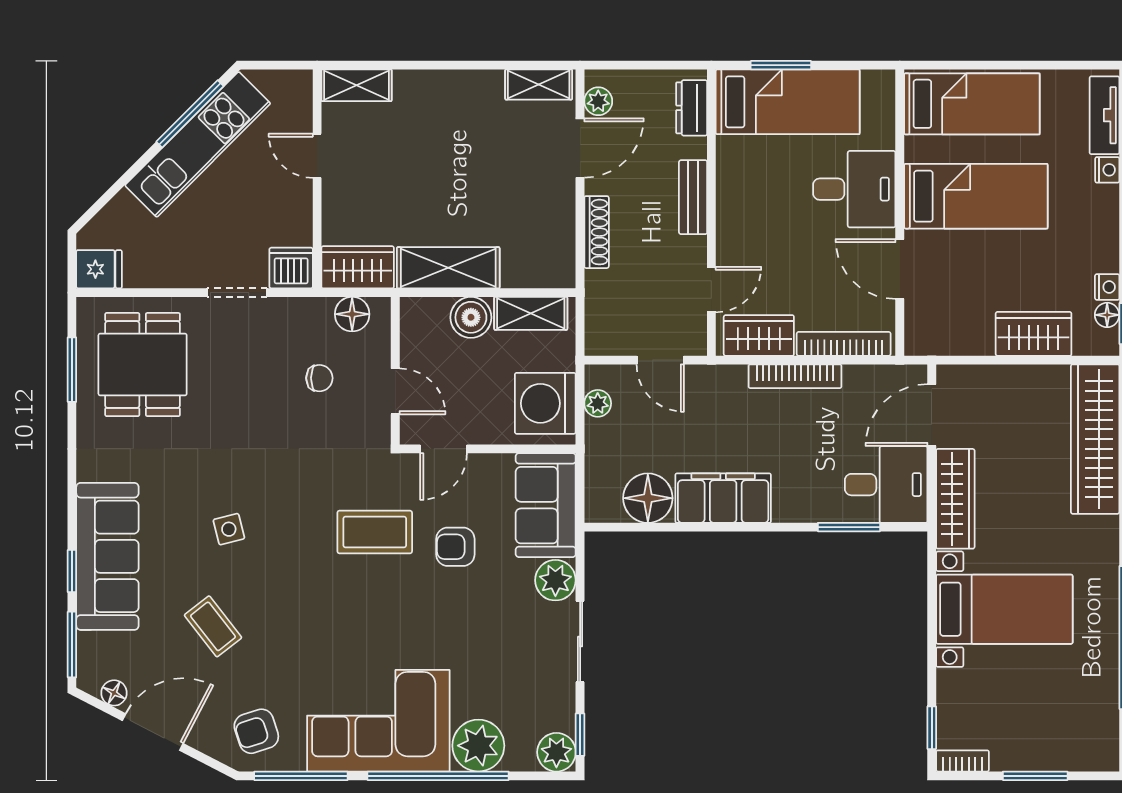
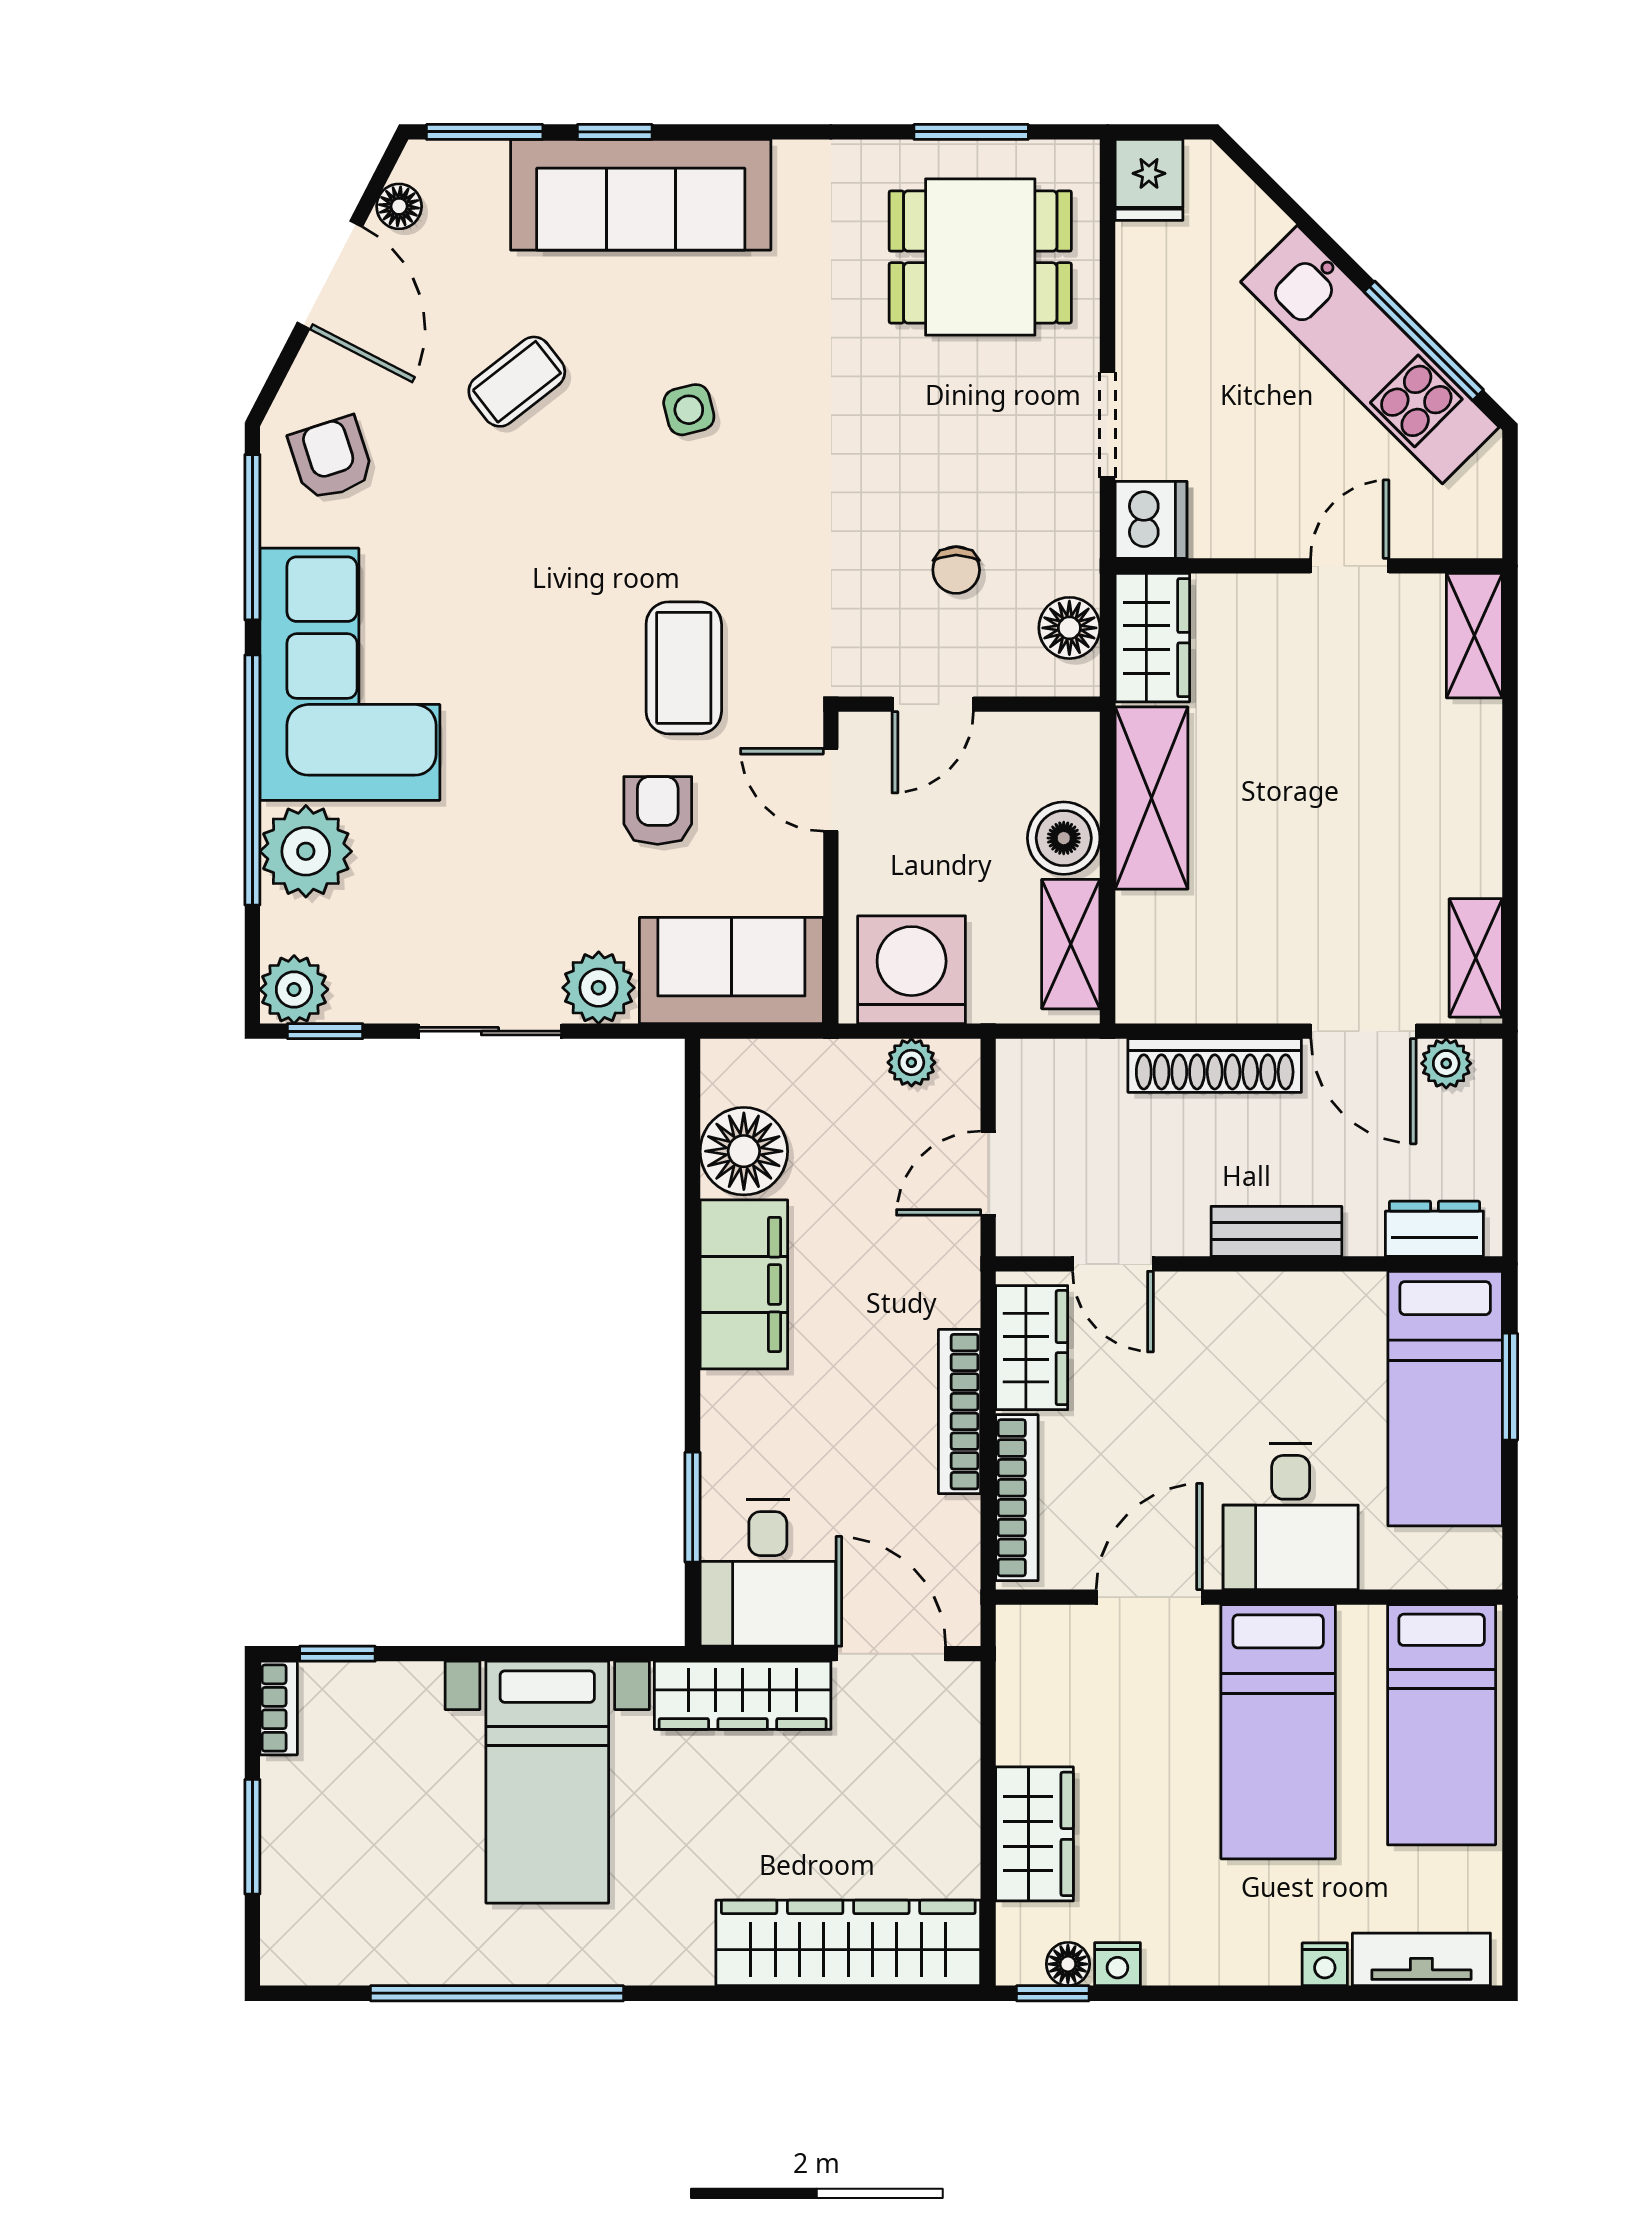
shoe rack: (597, 232) -> (1215, 1065), width x1.36, depth x1.24

